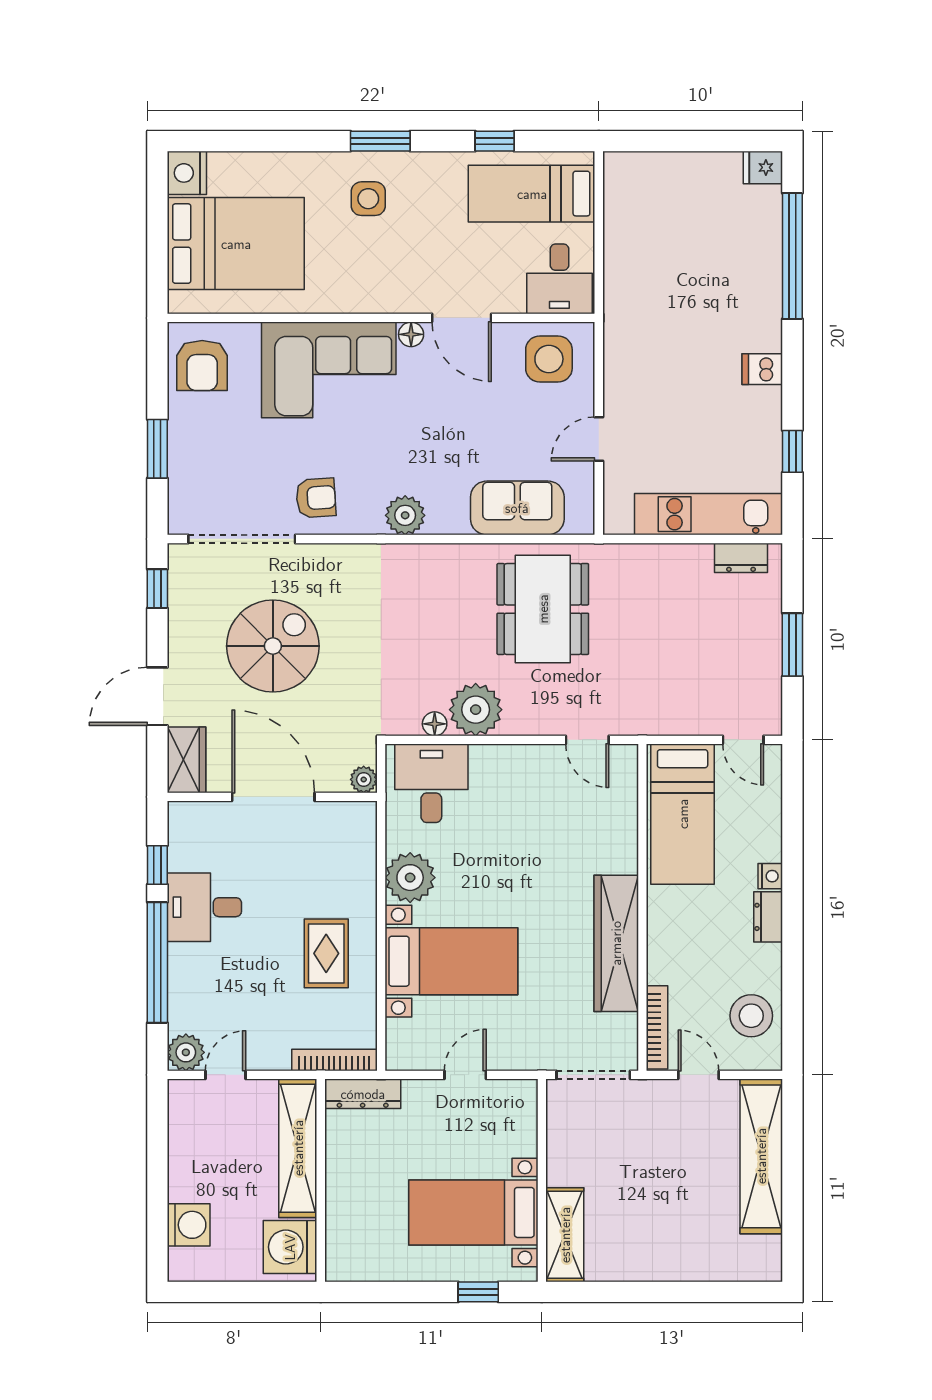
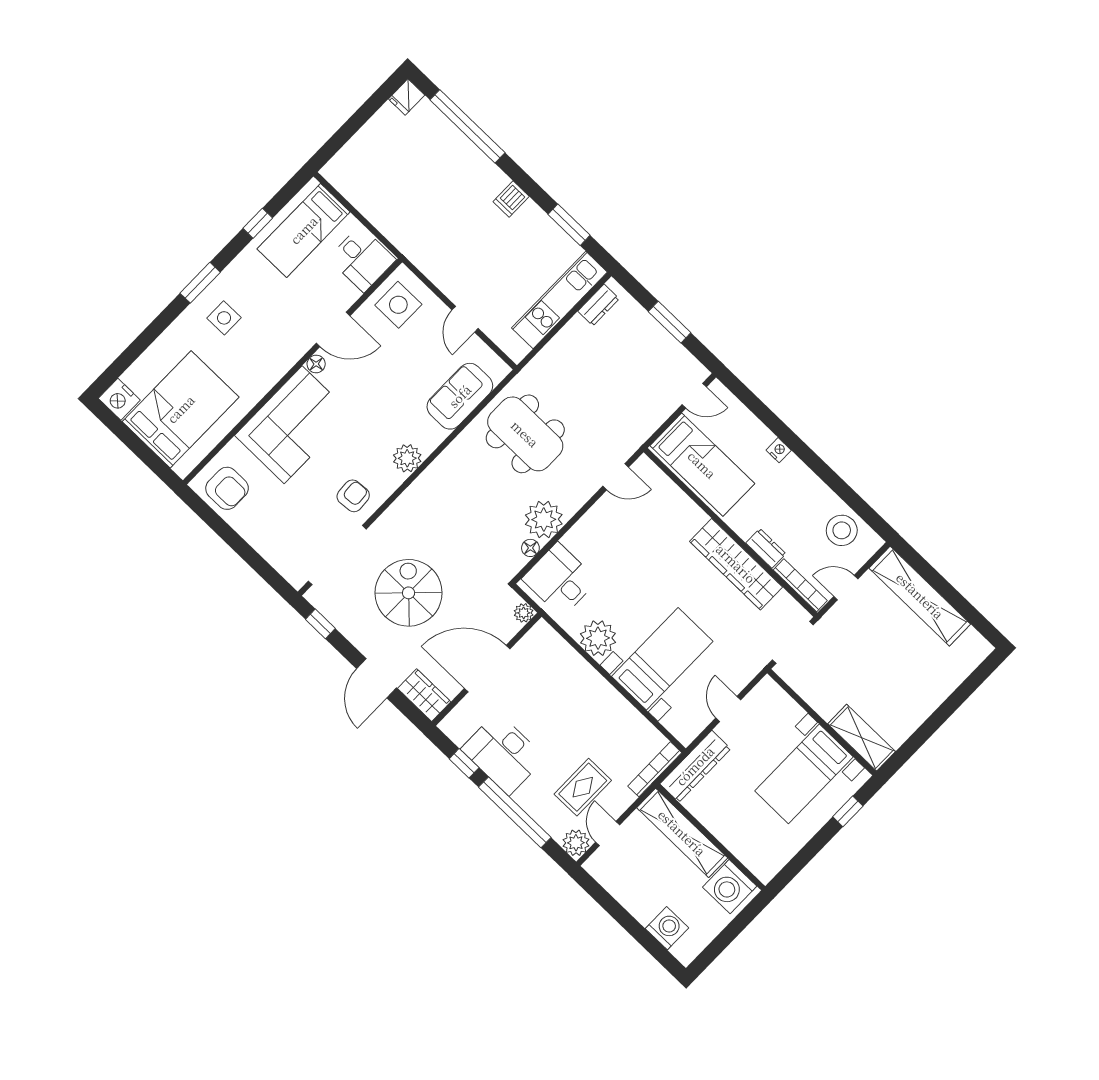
window: (157, 449) -> (248, 554), removed
window: (792, 451) -> (569, 225), width x1.50
desk: (204, 907) -> (503, 754), width x1.37
dresser: (768, 917) -> (766, 548), moved, turned 180
rug: (326, 953) -> (583, 787), moved, turned 90
dresser: (363, 1094) -> (695, 766), width x1.37, depth x1.24

